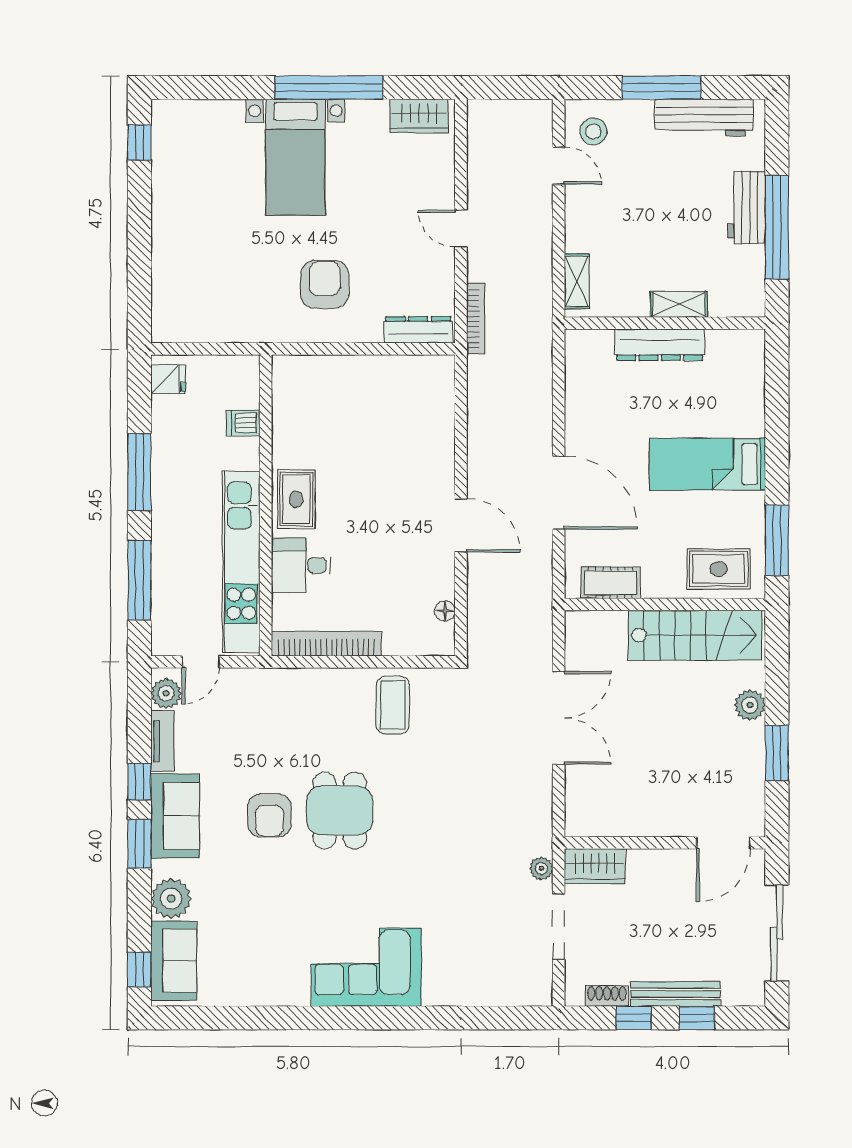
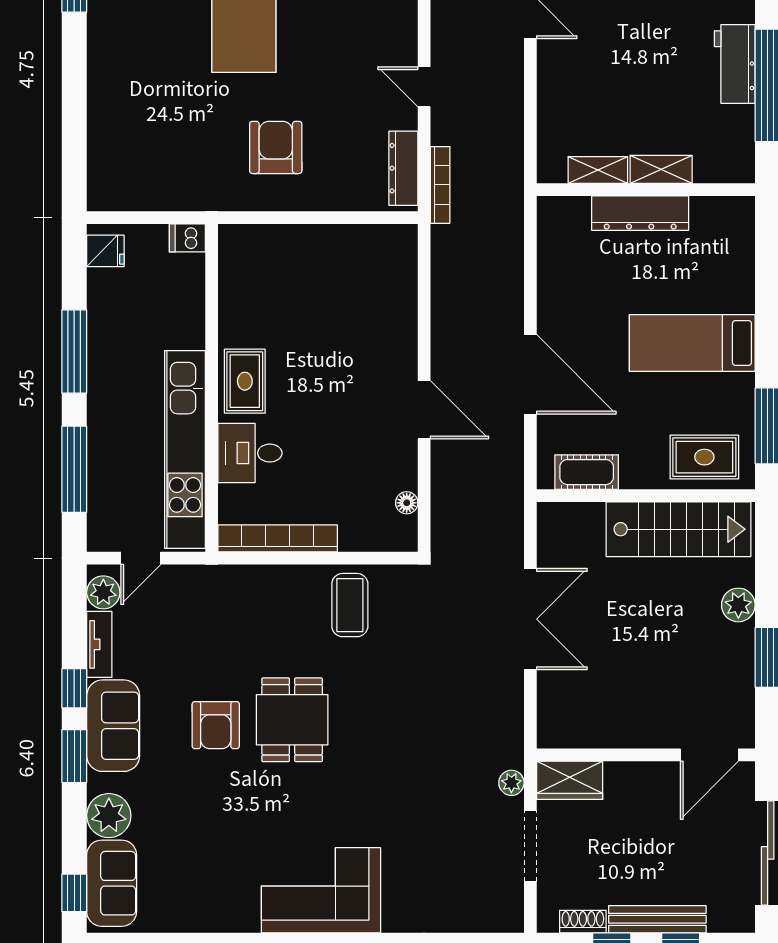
shelving: (577, 281) -> (598, 170), moved, turned 90
dresser: (418, 330) -> (403, 168), moved, turned -90
dishwasher: (243, 423) -> (187, 238), moved

